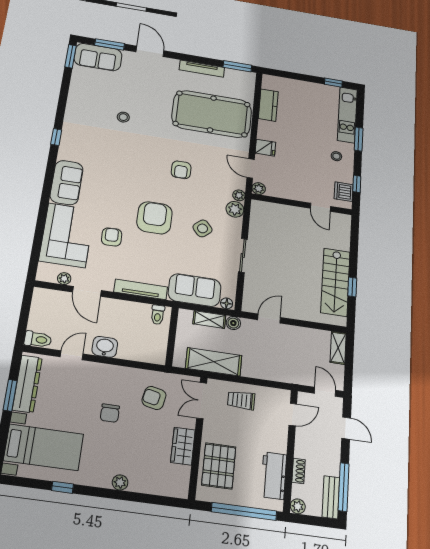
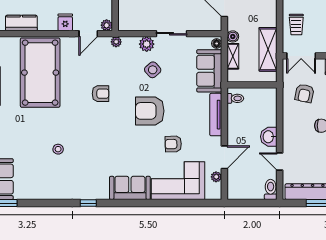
plant: (235, 209) -> (147, 44), moved

